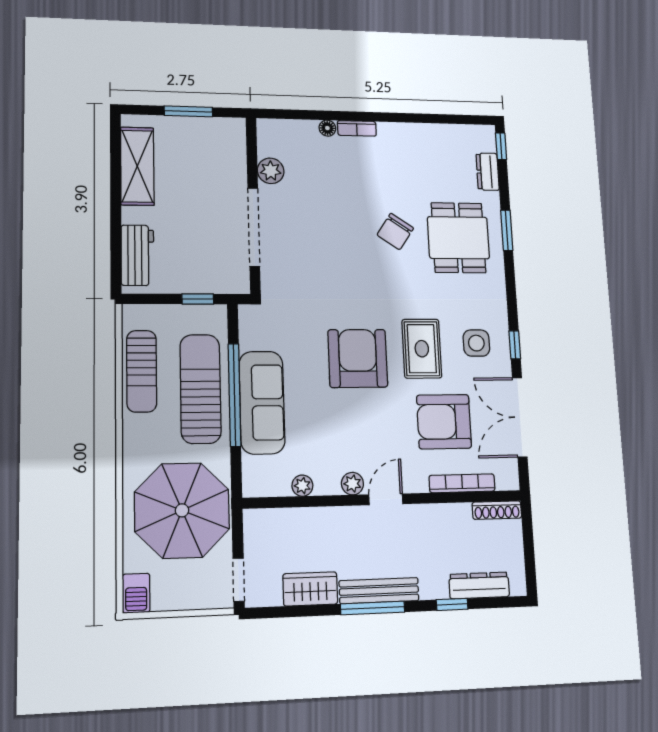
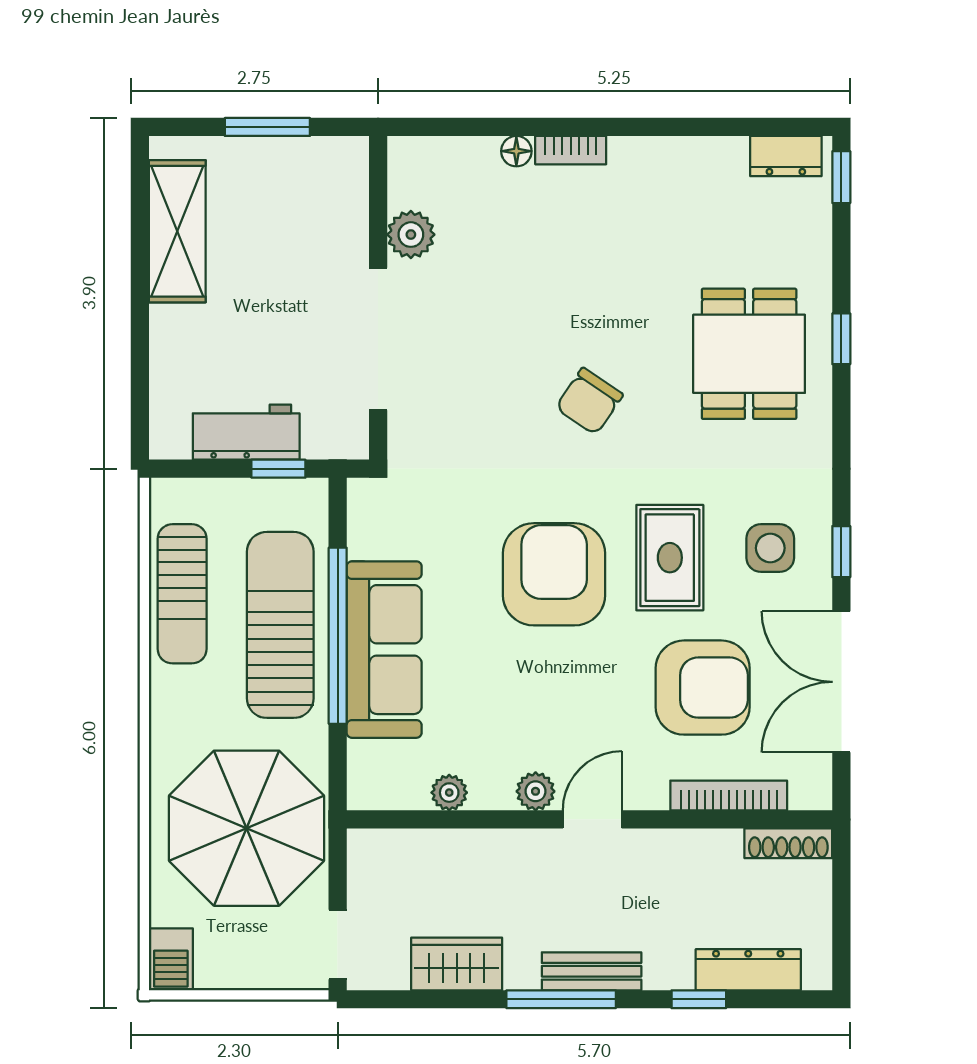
dresser: (488, 172) -> (786, 156), moved, turned -90
window: (507, 230) -> (841, 339), width x0.67
chair: (395, 232) -> (589, 401), moved
workbench: (137, 255) -> (246, 432), moved, turned -90
armchair: (444, 422) -> (703, 688), turned 180
bench: (379, 591) -> (592, 971), width x0.73

